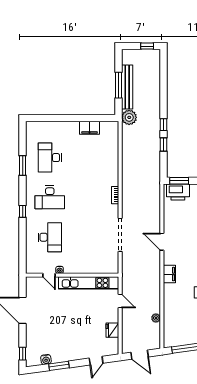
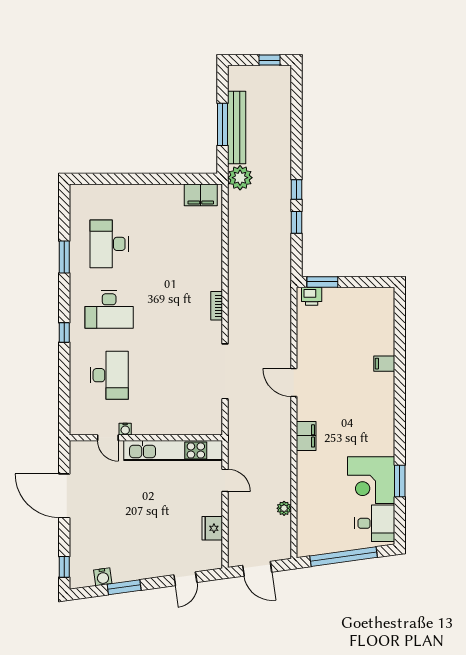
filing cabinet: (90, 128) -> (201, 195), moved
printer: (178, 192) -> (312, 296), width x0.53, depth x0.68

